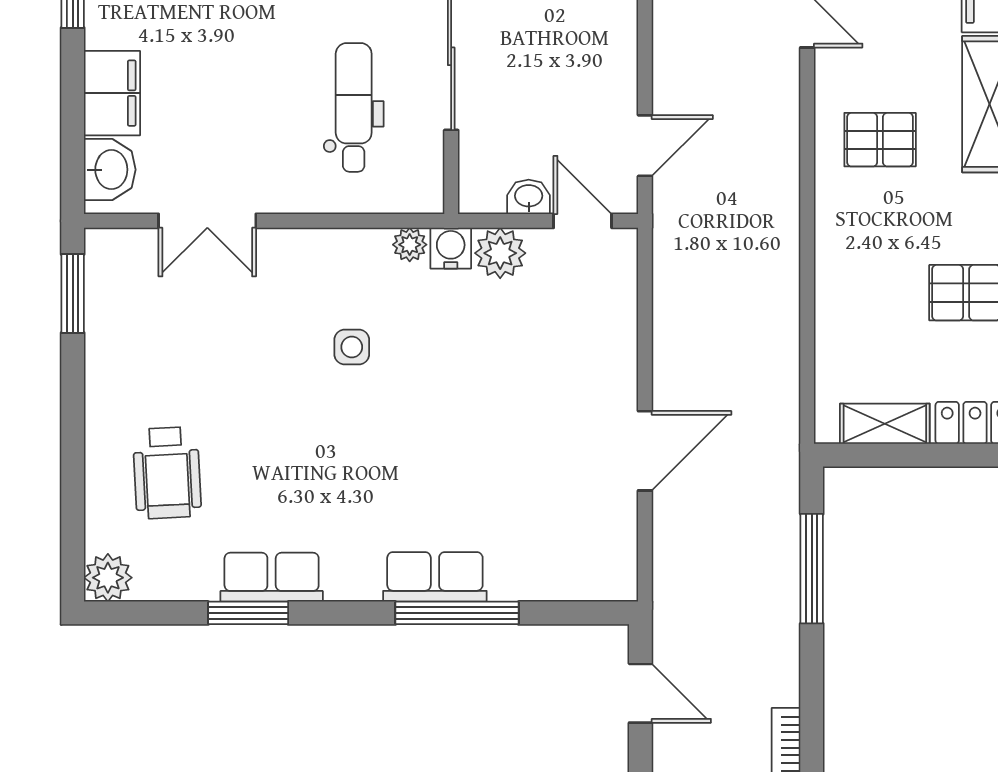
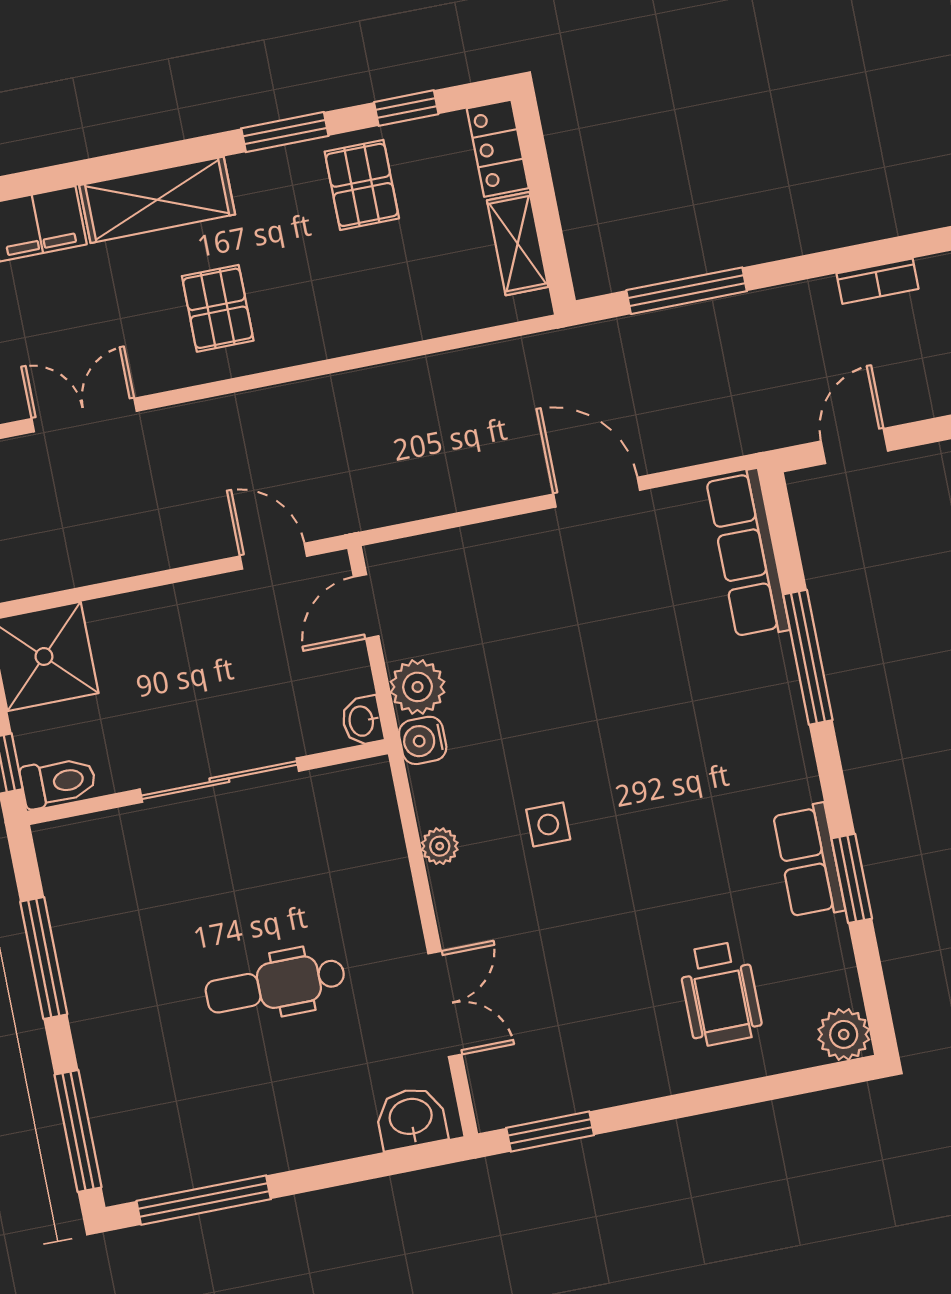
filing cabinet: (112, 93) -> (330, 1132), removed
dental chair: (354, 107) -> (275, 985), moved
washbasin: (529, 197) -> (362, 721), moved
plant: (410, 245) -> (440, 846), moved
wheelchair: (167, 473) -> (720, 994), turned 93
row of seats: (435, 577) -> (748, 554), moved, width x1.48

